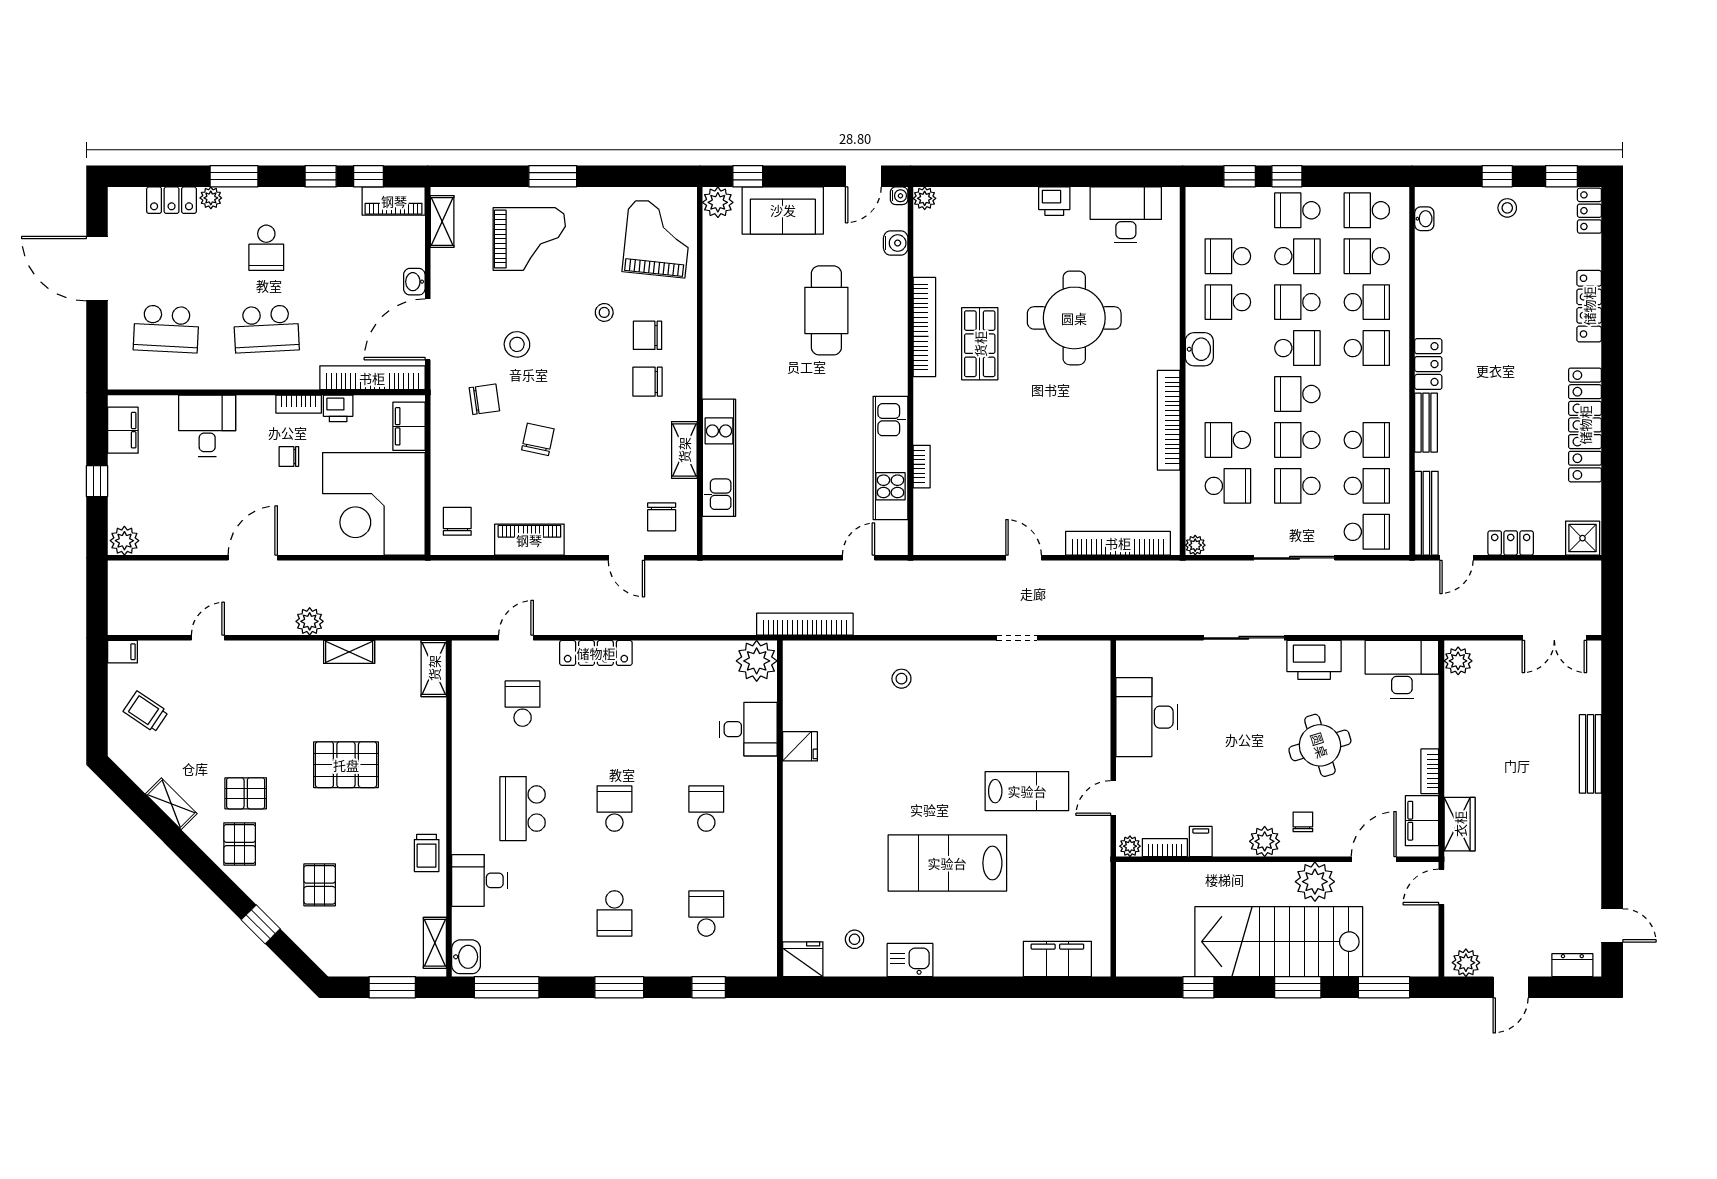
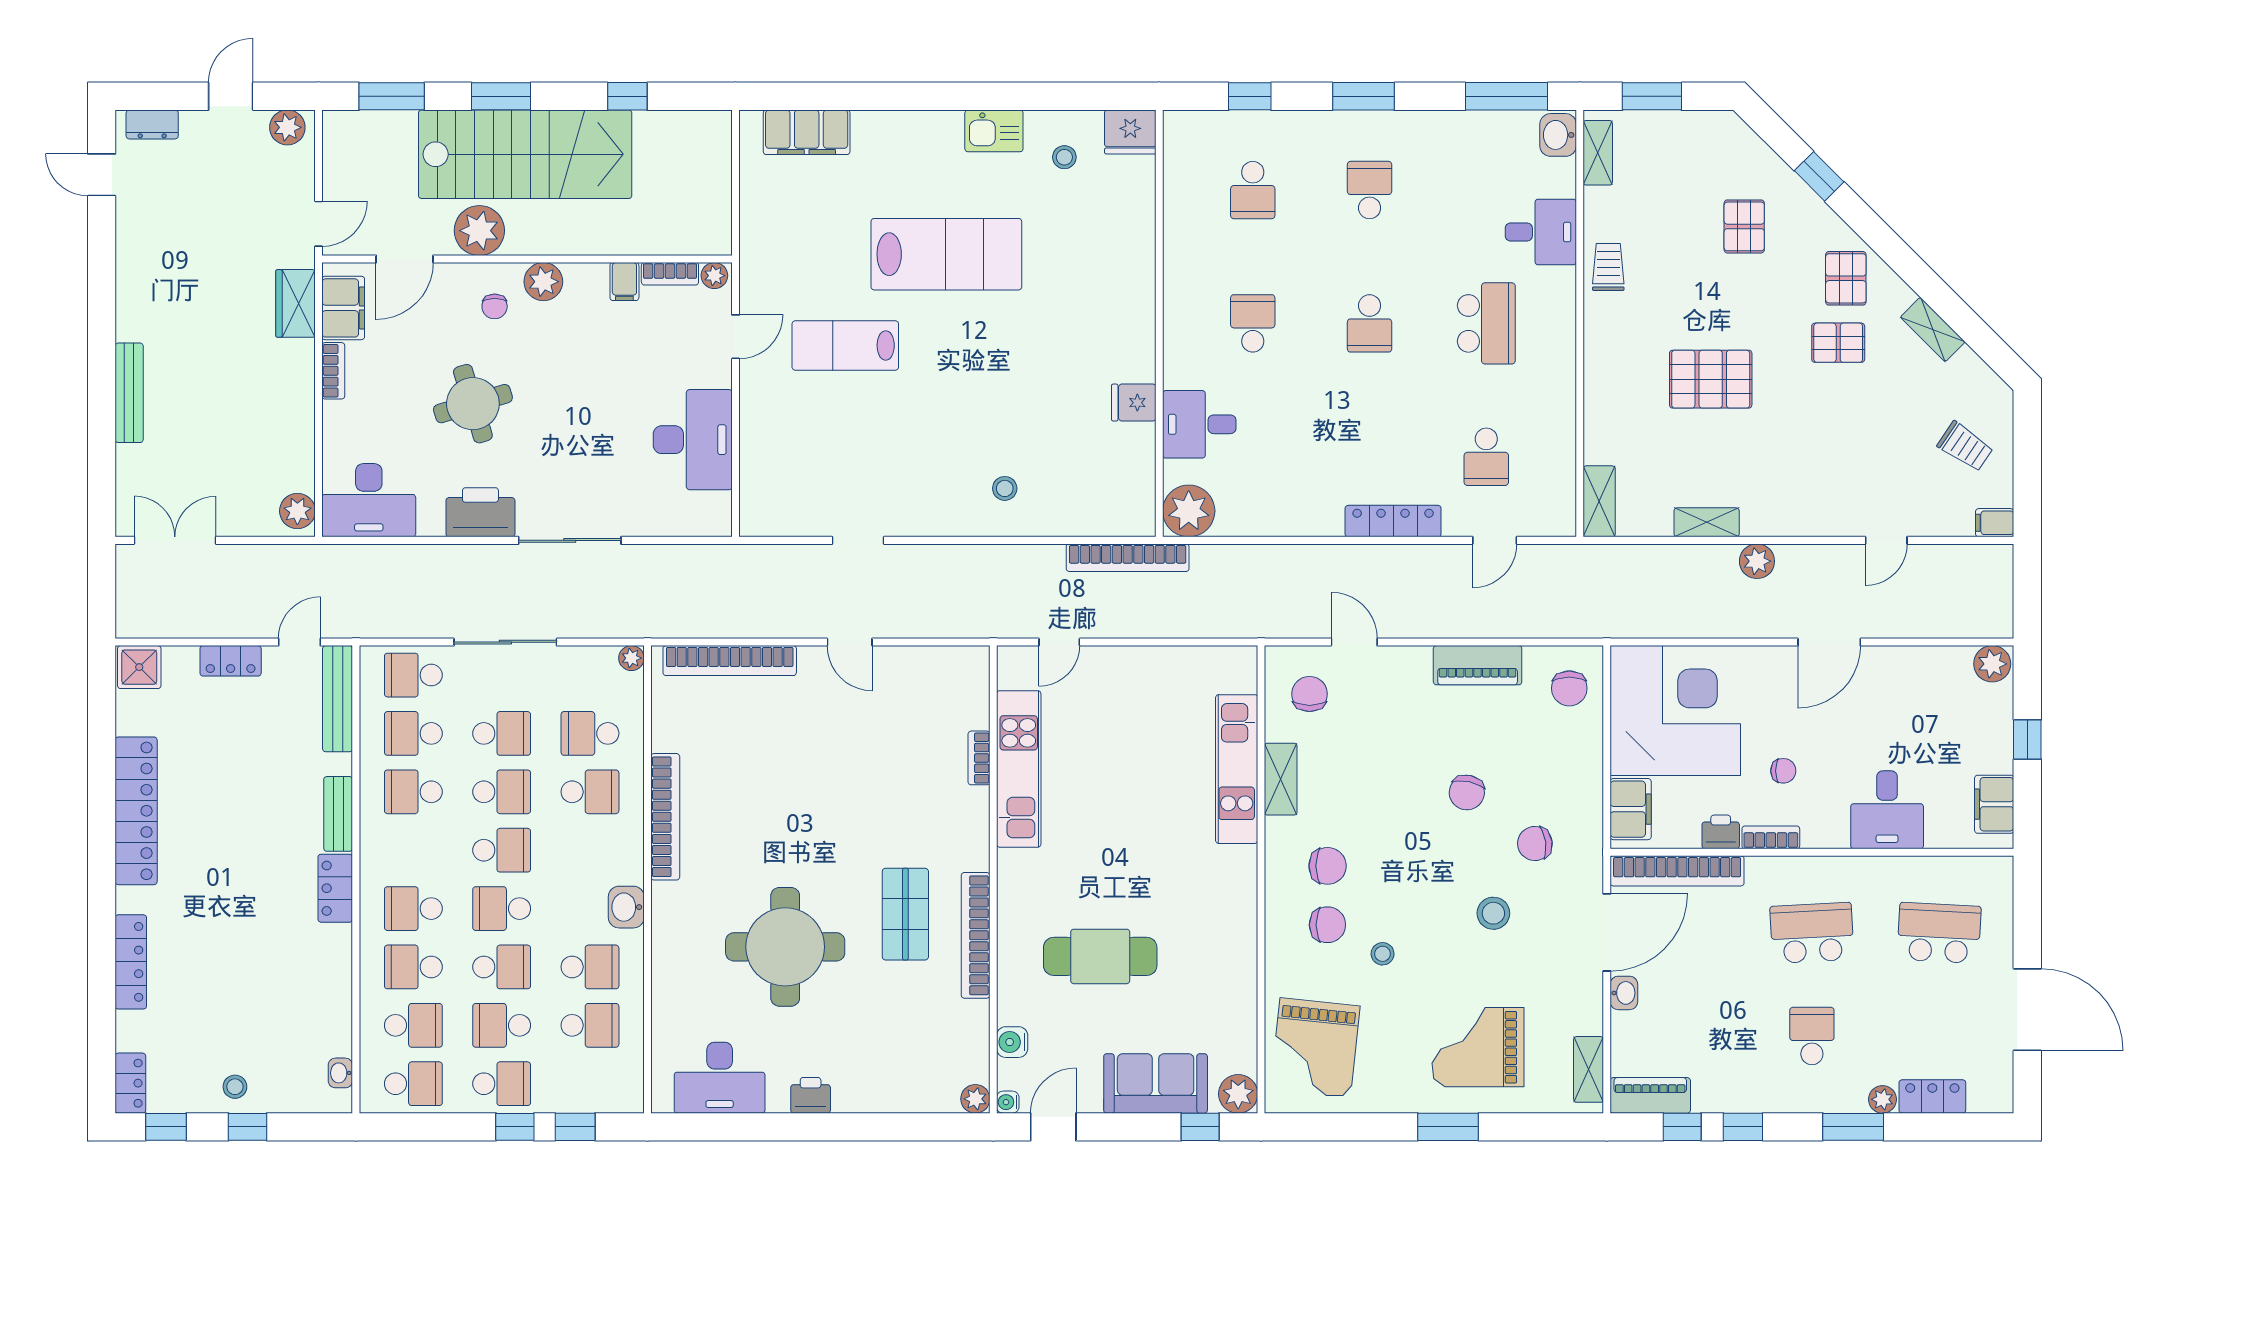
cafe table: (826, 310) -> (1100, 956), turned 90
school desk: (706, 809) -> (1253, 323), turned 180

